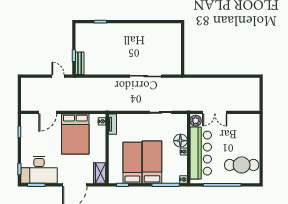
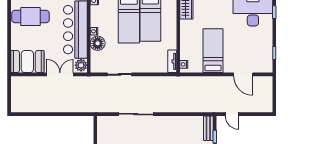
door: (48, 112) -> (243, 74), swing flipped
booth: (244, 124) -> (27, 62), added
bed: (75, 134) -> (213, 51), width x0.67

